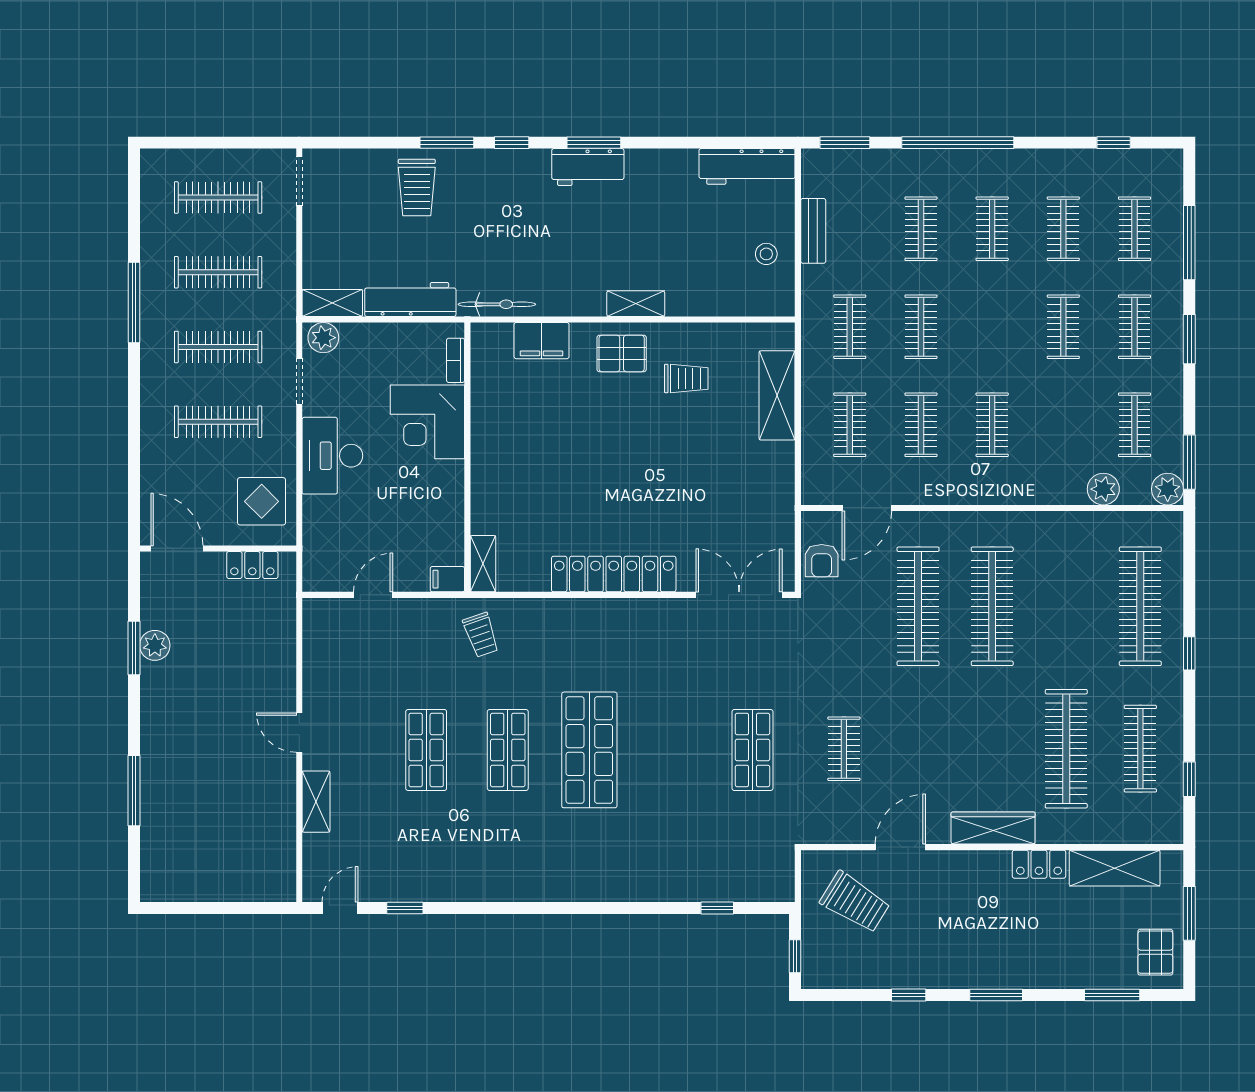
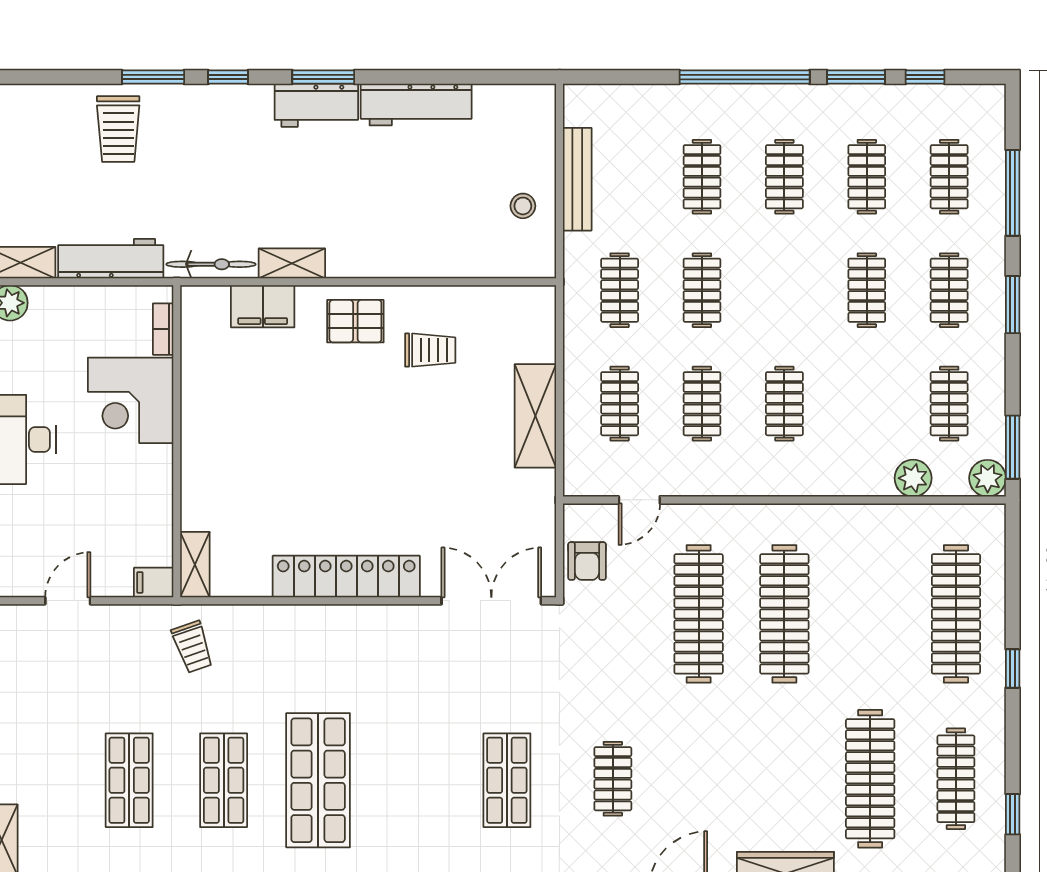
window: (845, 143) -> (856, 77), moved
workbench: (747, 166) -> (416, 105), moved
bench: (813, 231) -> (577, 179), width x1.36
shelving: (636, 304) -> (292, 263), moved
shelving: (777, 395) -> (535, 416), moved
door: (867, 508) -> (639, 500), width x0.73

